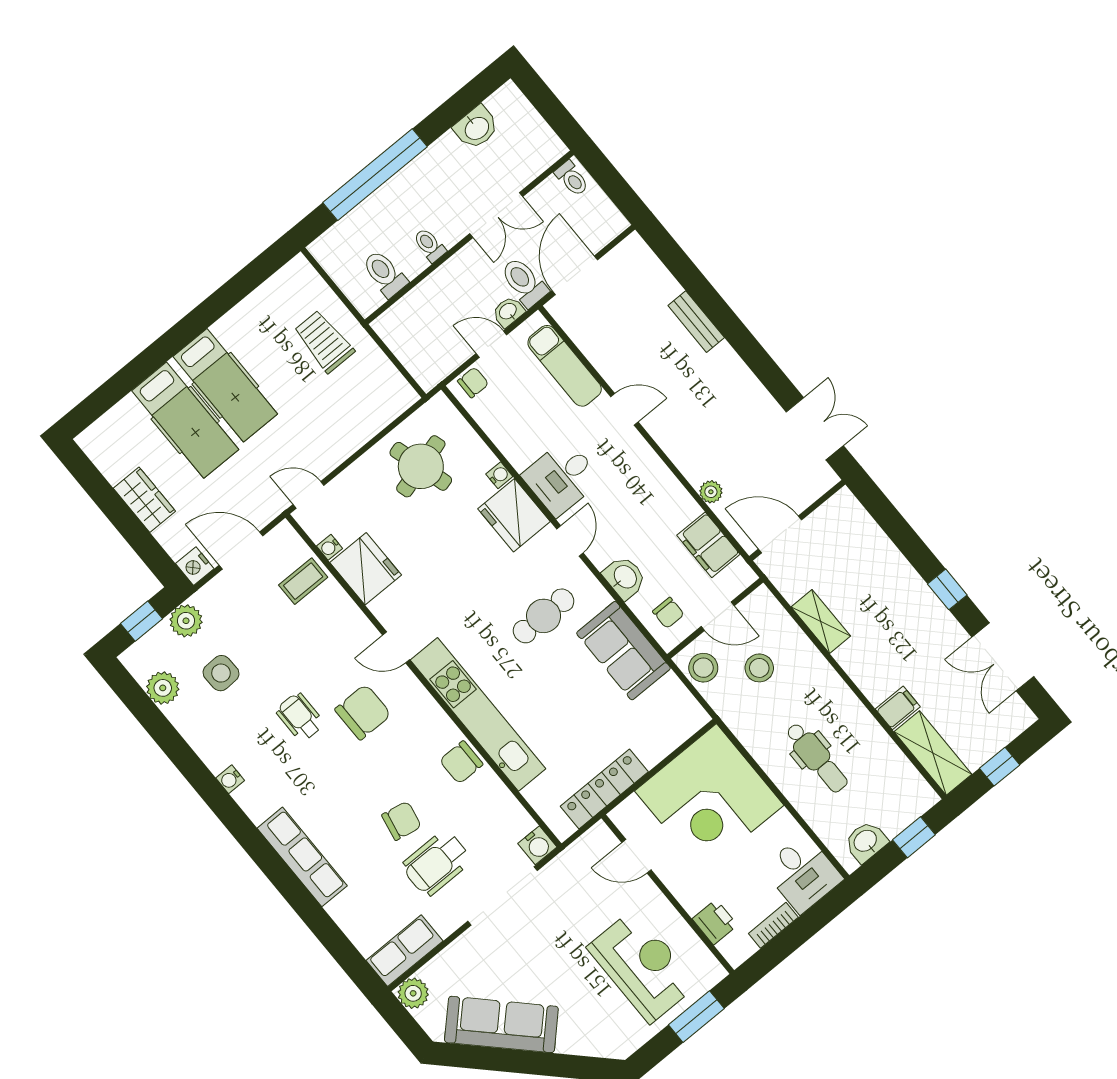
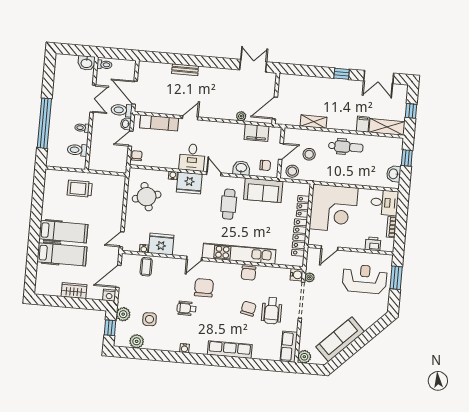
washbasin: (476, 128) -> (86, 63), moved, turned 90
locker: (662, 743) -> (303, 206), added
dental chair: (817, 758) -> (346, 147), moved
plant: (554, 872) -> (310, 277), added

